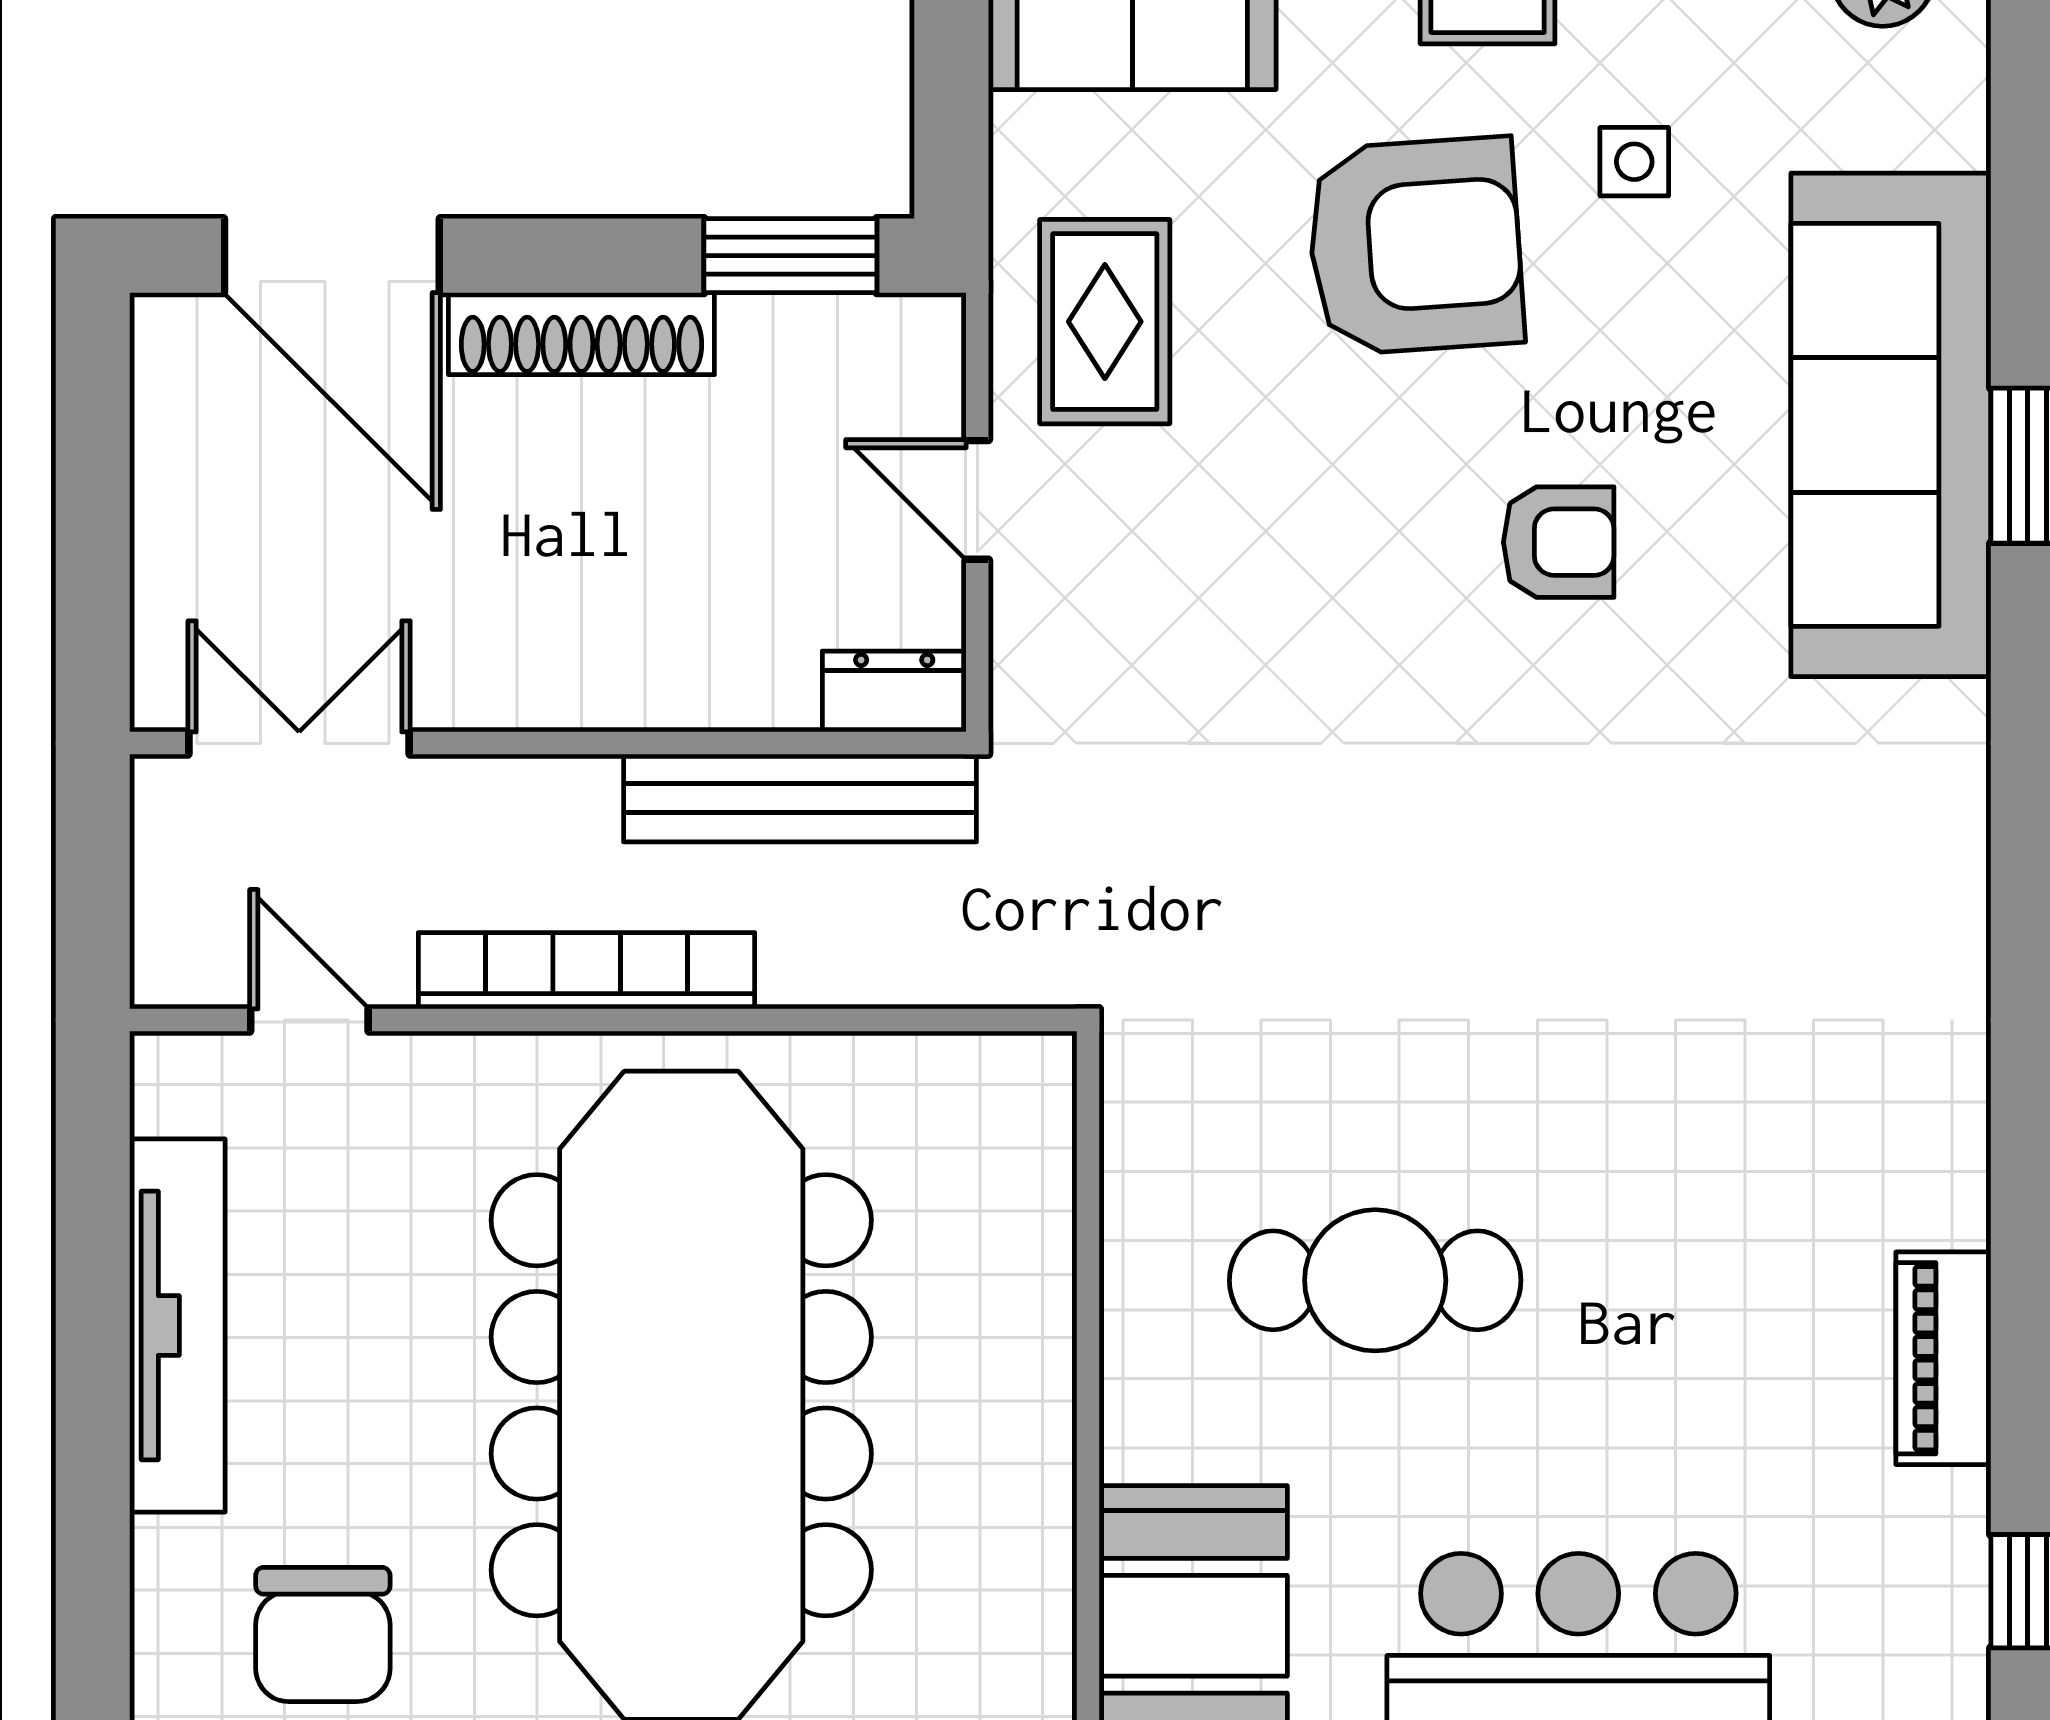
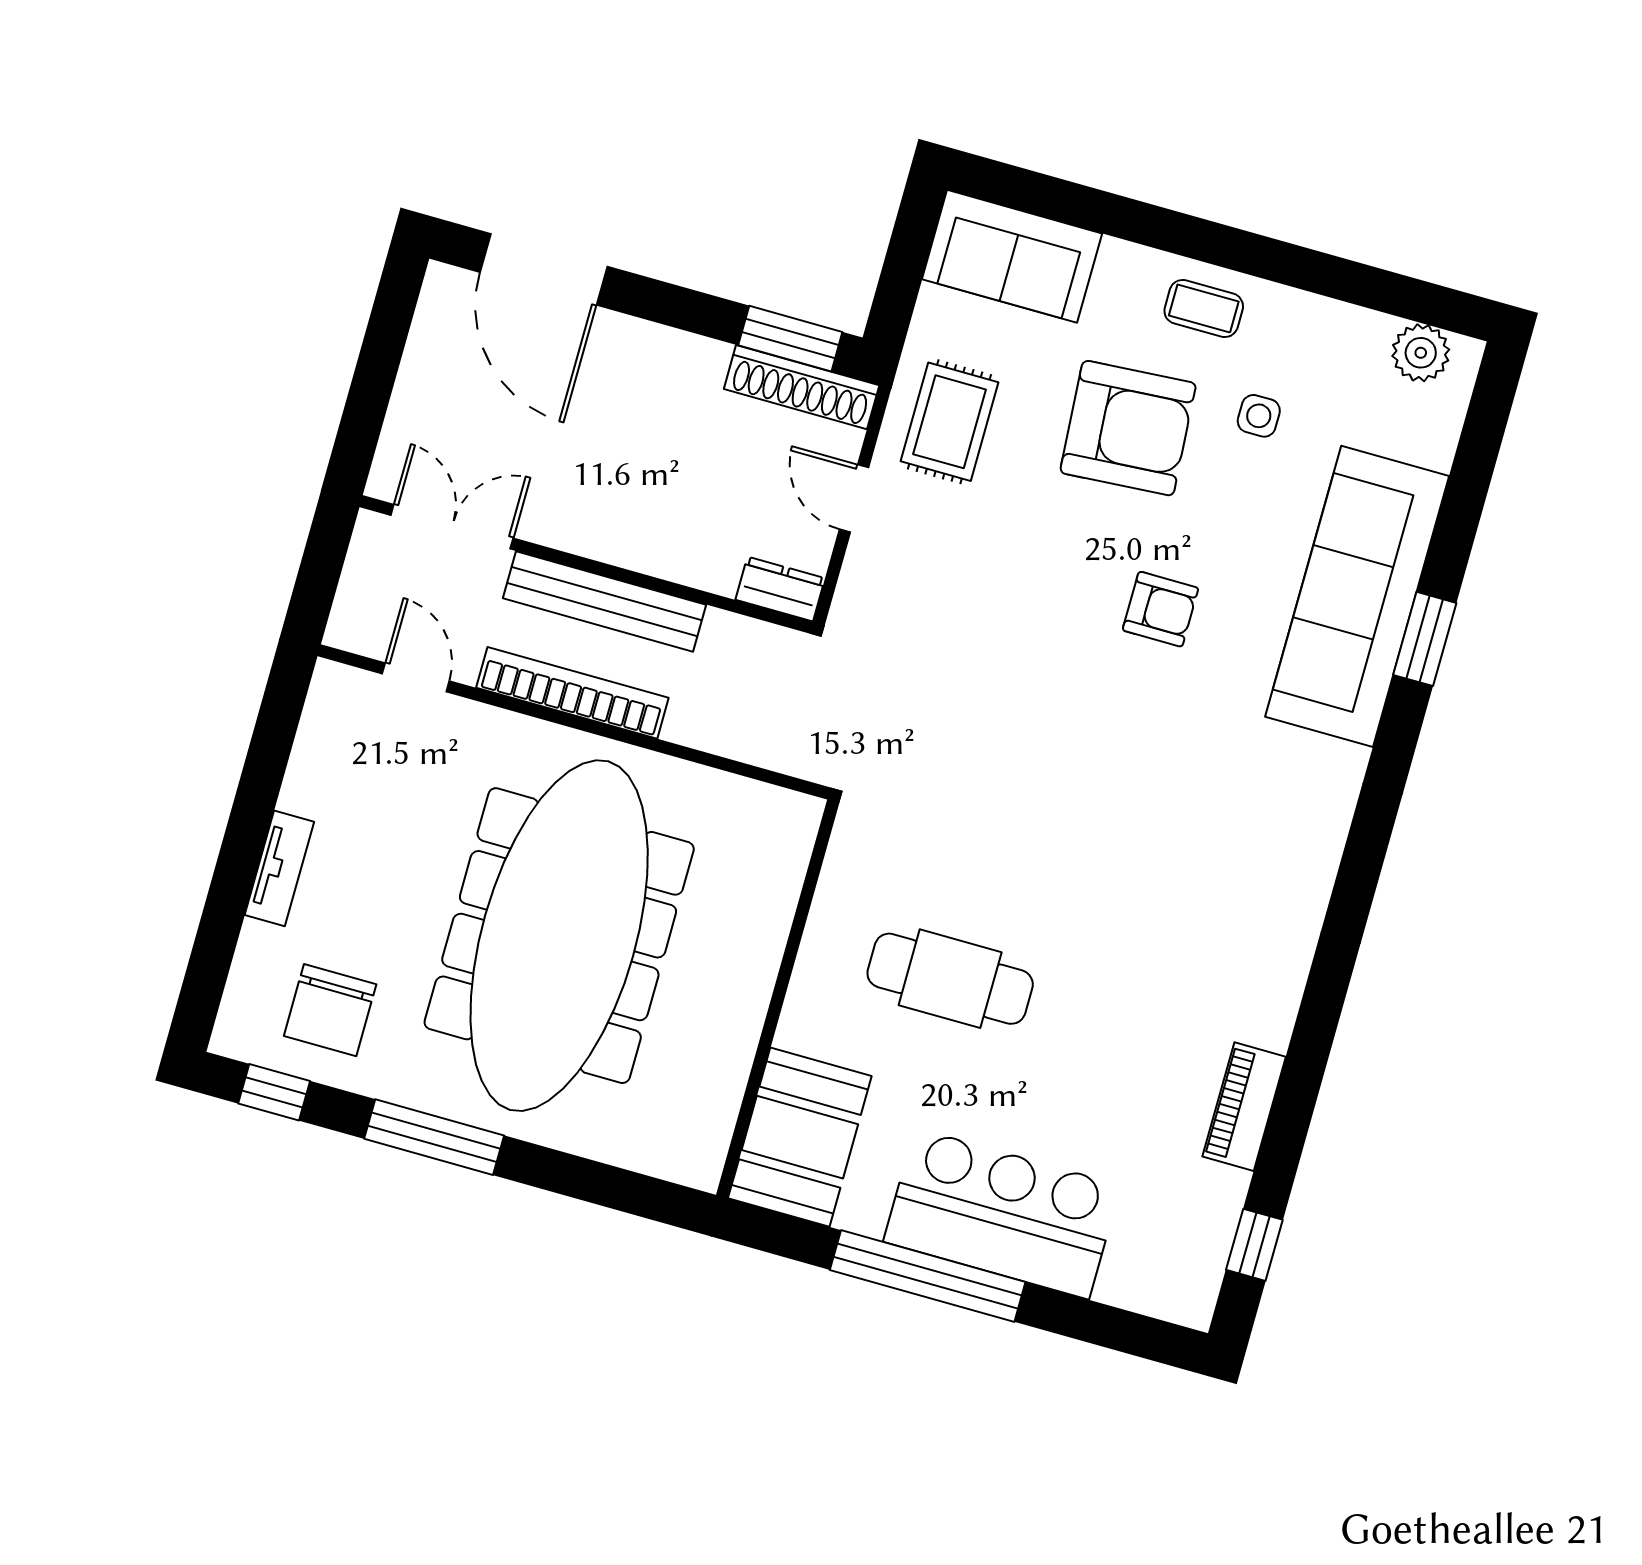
shoe rack: (581, 334) -> (802, 387), moved
bench: (800, 798) -> (605, 601), moved
tv unit: (177, 1325) -> (279, 868), width x0.52, depth x0.78

